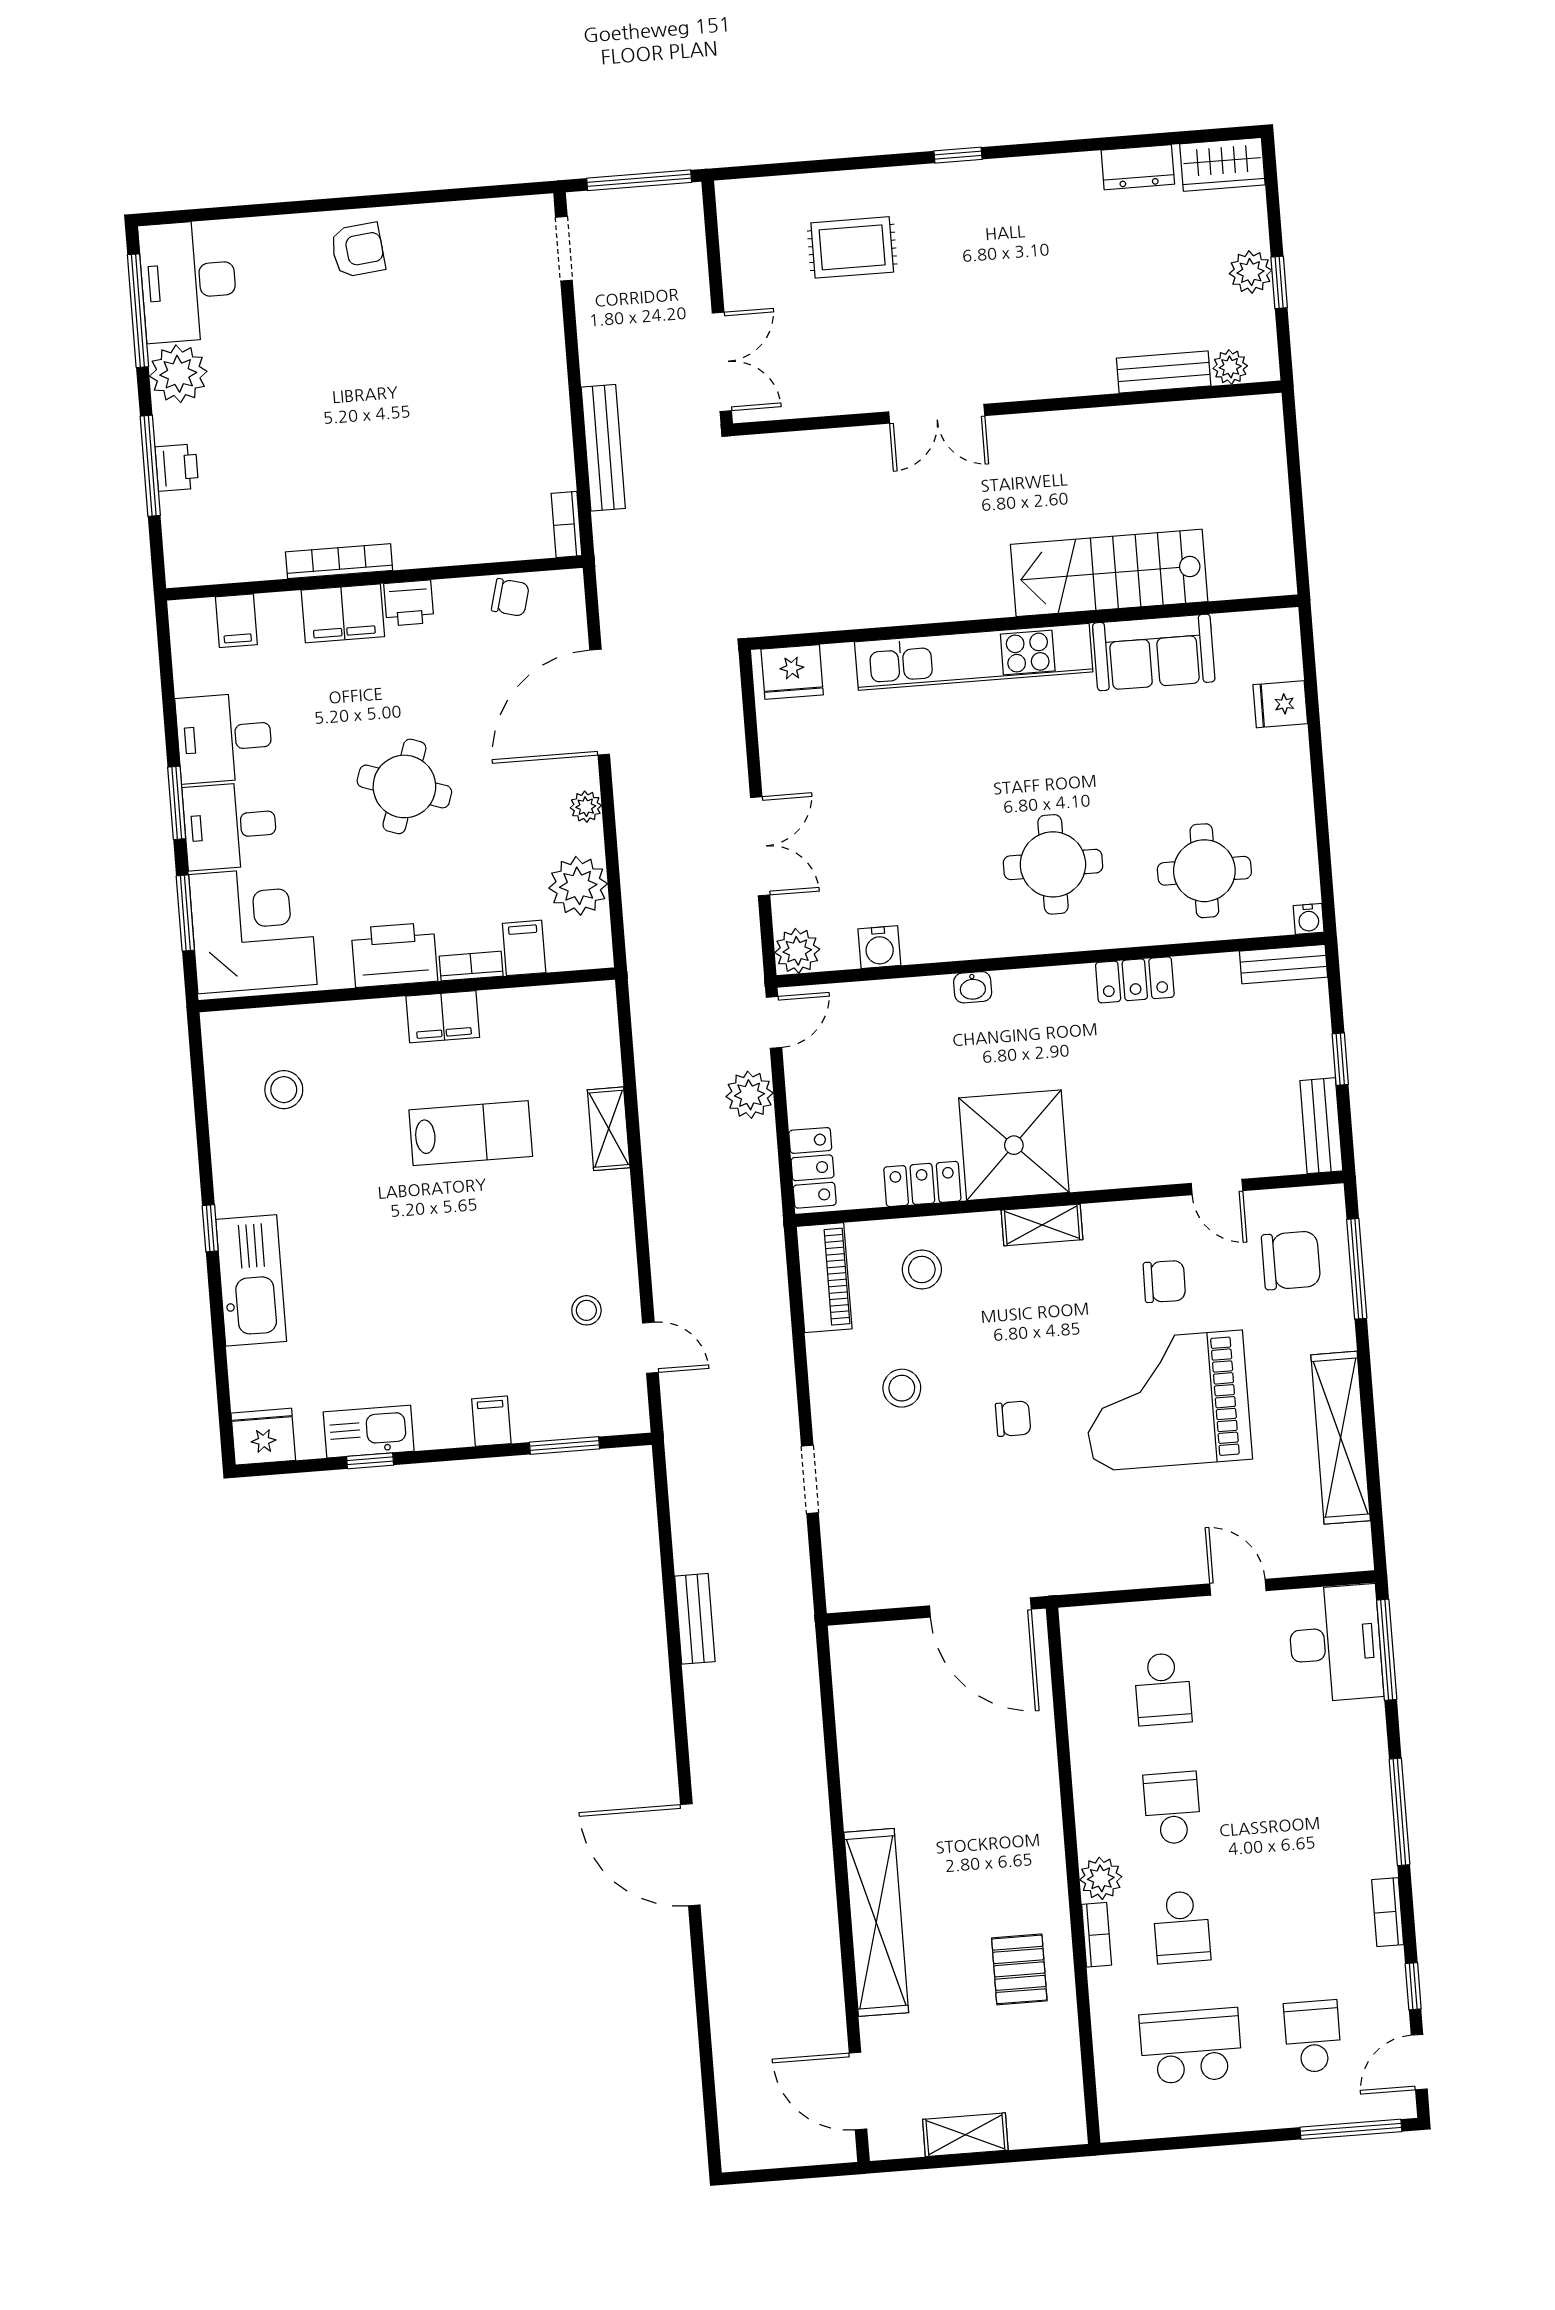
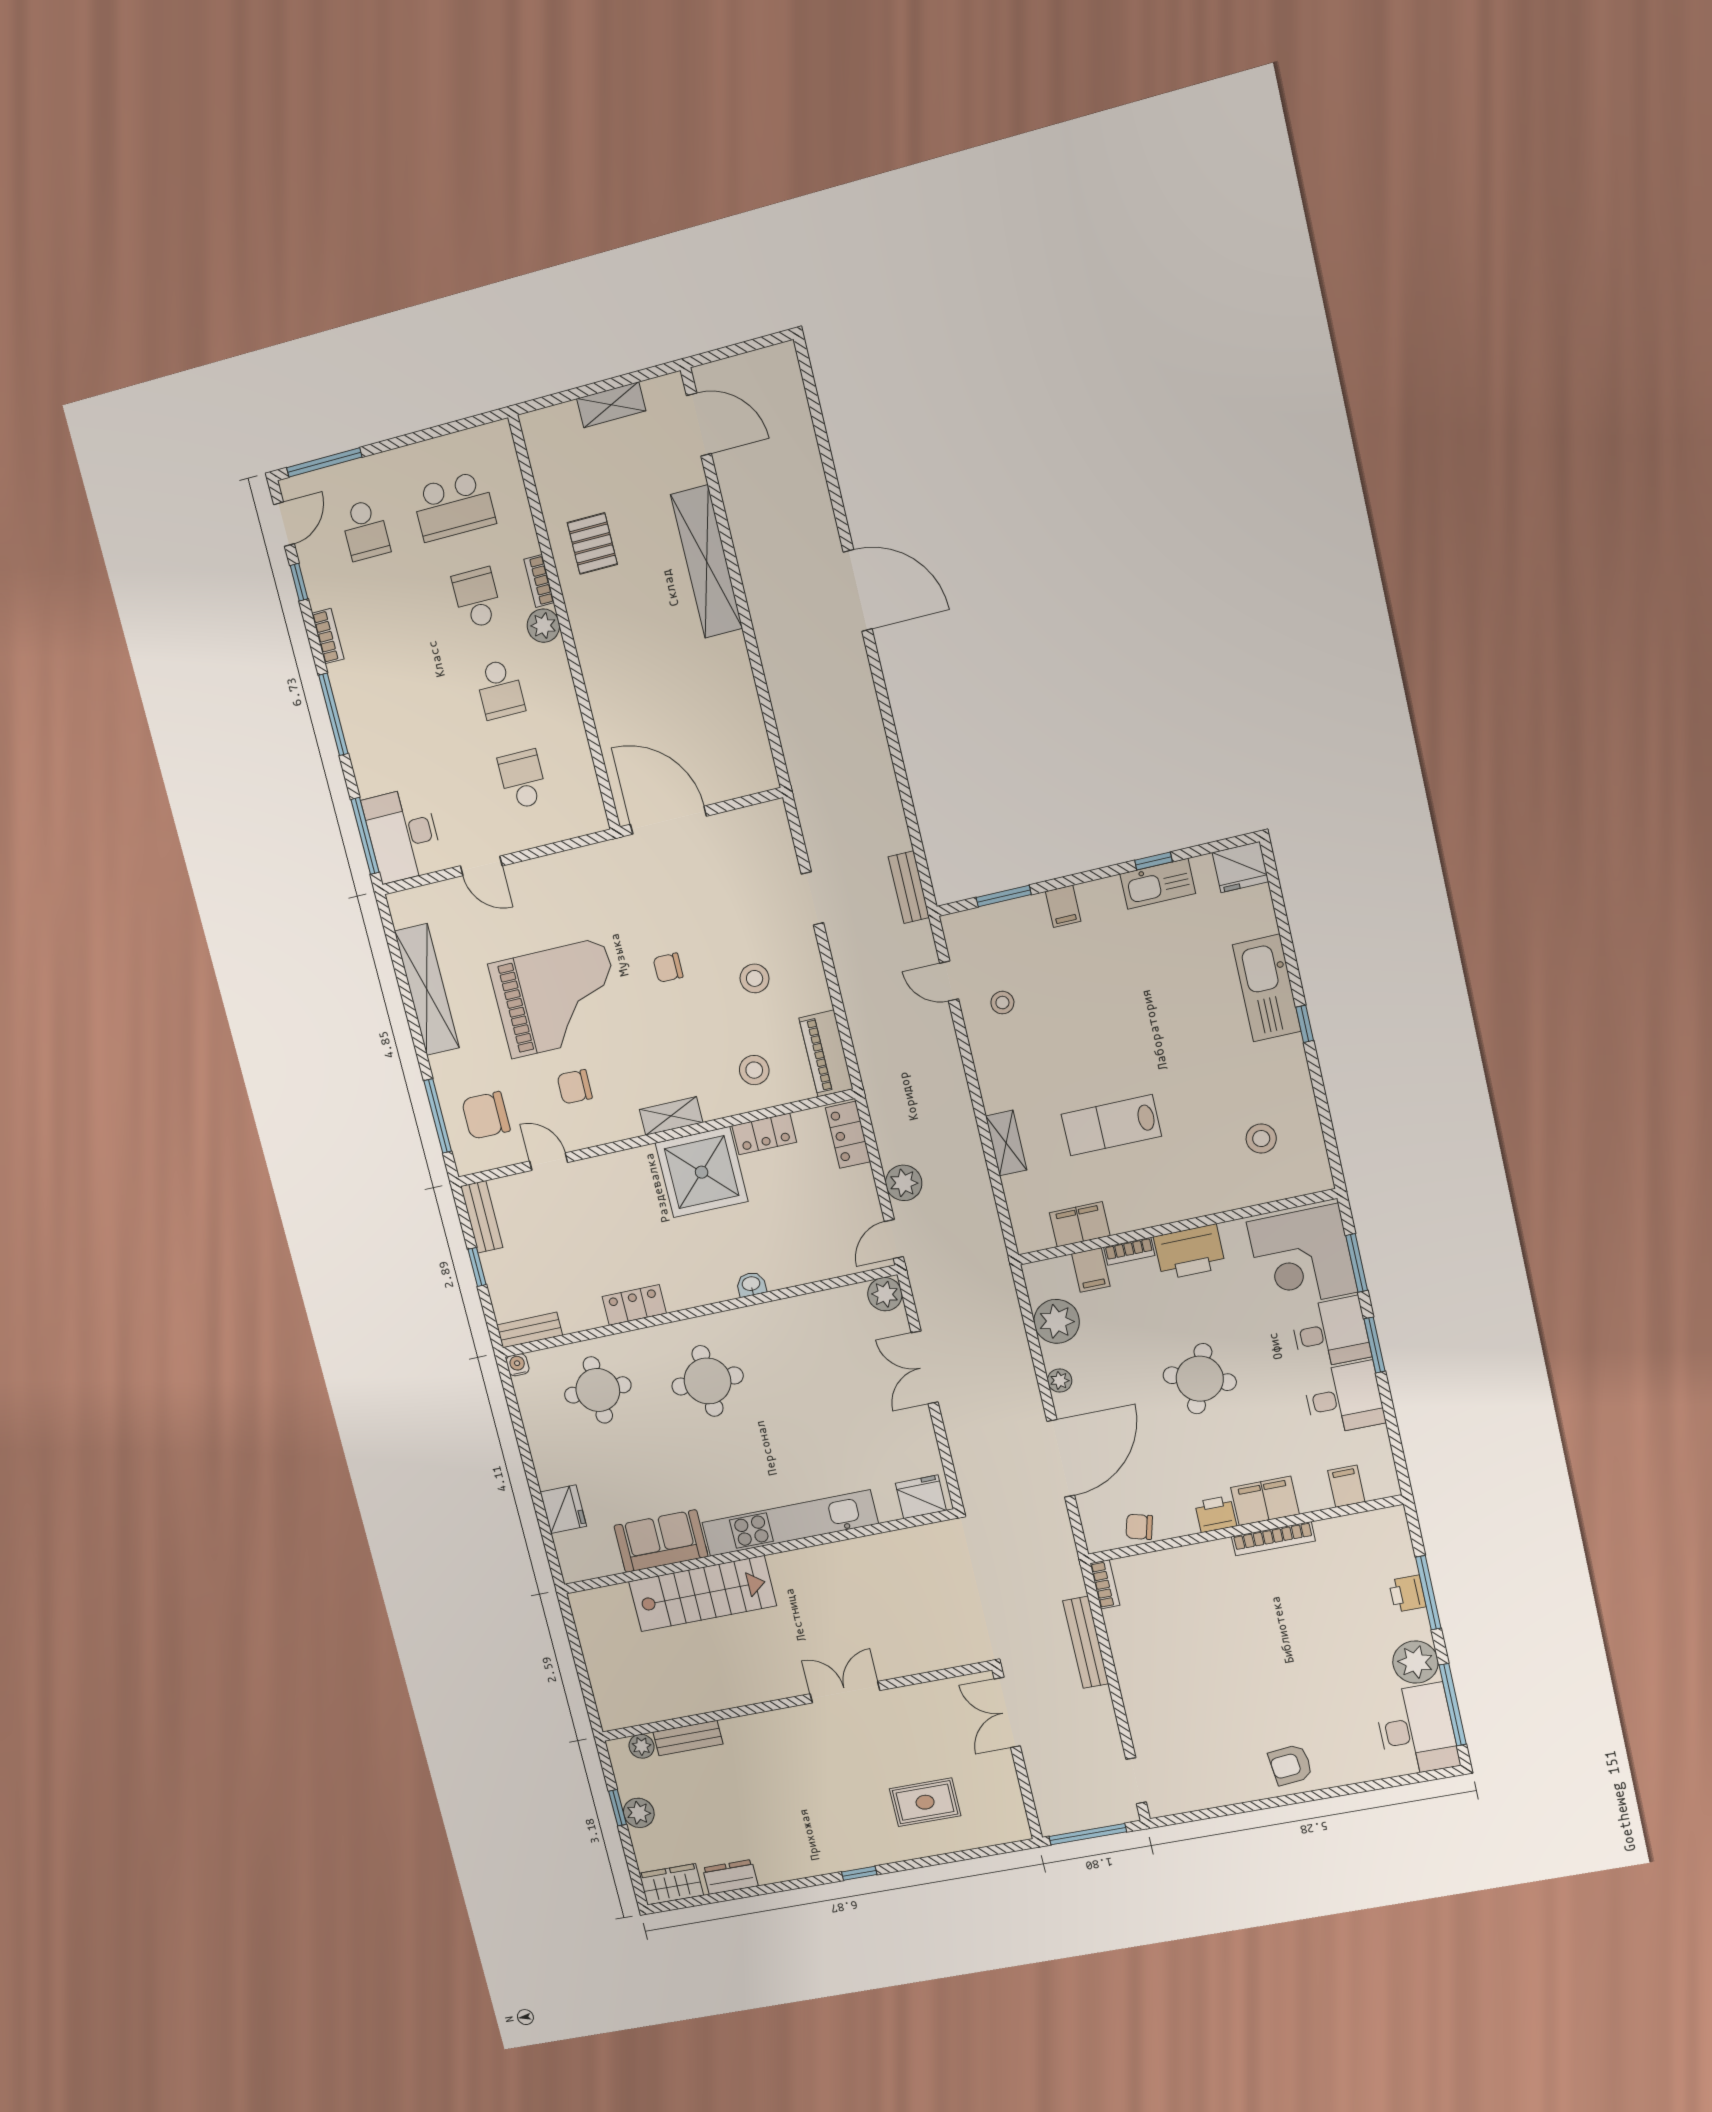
fridge: (1280, 704) -> (563, 1509), width x1.38
water cooler: (879, 947) -> (825, 1305), removed
filing cabinet: (443, 1017) -> (1080, 1224), moved
bench: (695, 1619) -> (909, 887), moved

